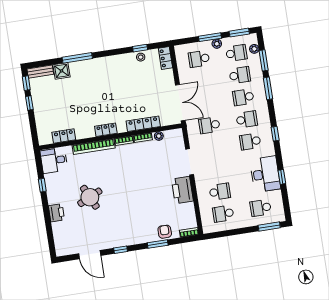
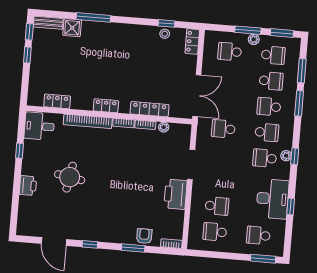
plant: (254, 49) -> (286, 156), moved
round table: (90, 197) -> (70, 177), turned 35

